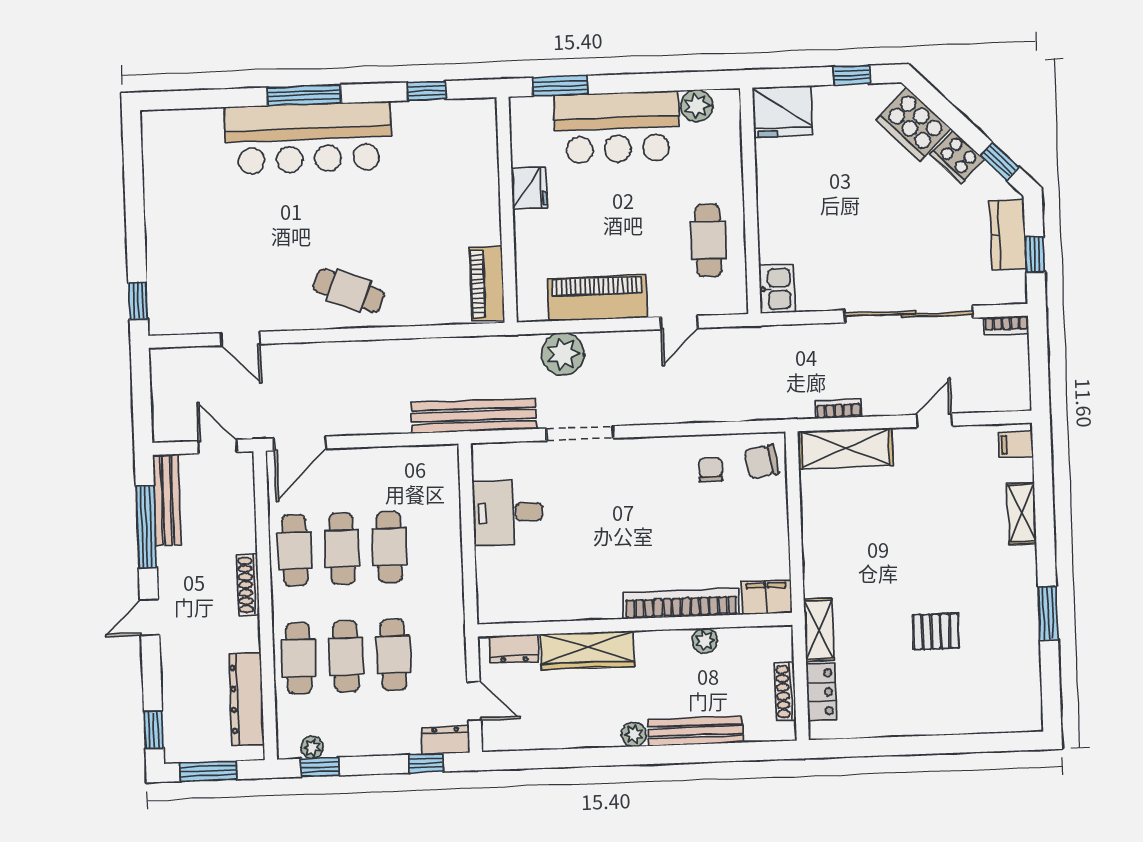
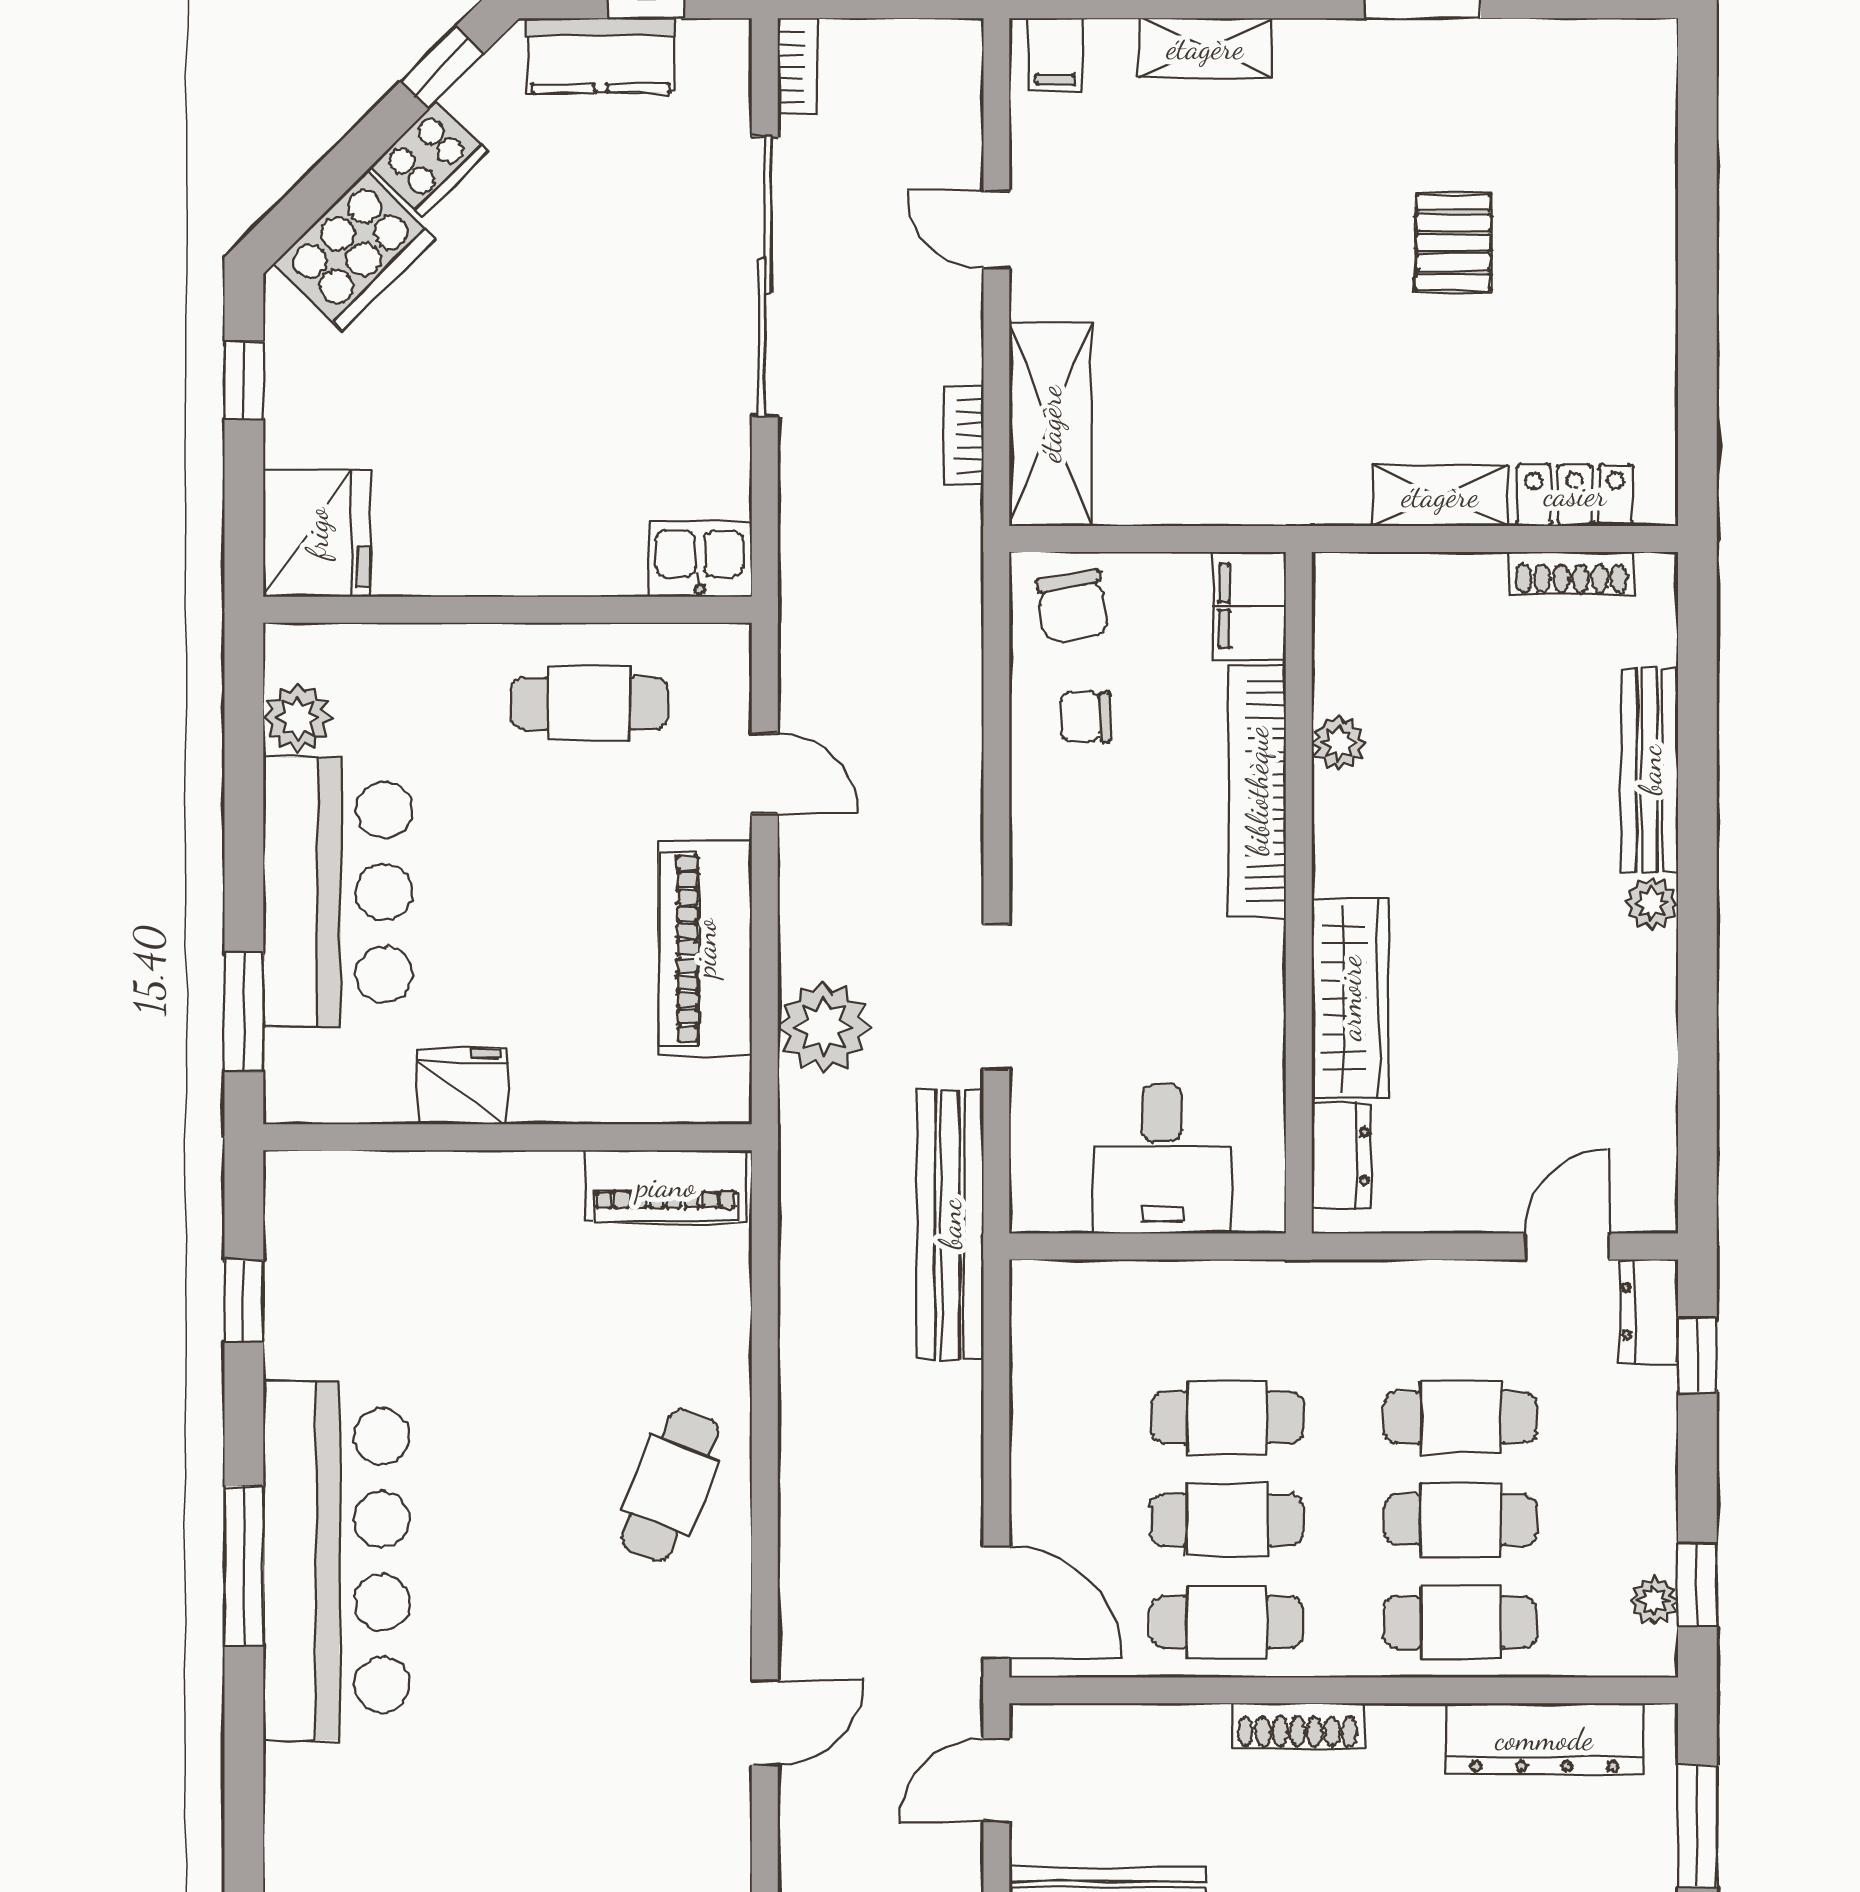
filing cabinet: (766, 597) -> (1250, 606), moved
bookcase: (681, 604) -> (1257, 791), moved
wall: (635, 625) -> (1299, 893), moved
plant: (705, 641) -> (1339, 743), moved
dresser: (514, 649) -> (1341, 1156), moved
wardrobe: (587, 650) -> (1350, 998), moved

